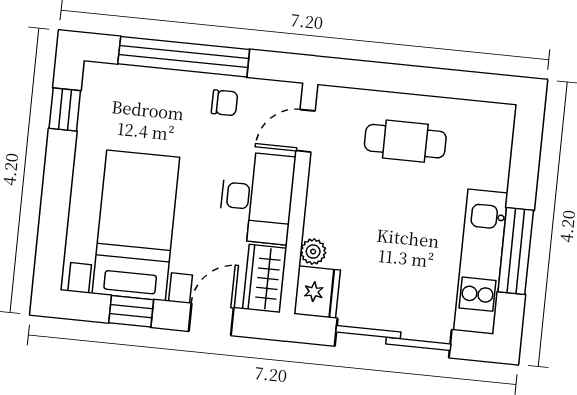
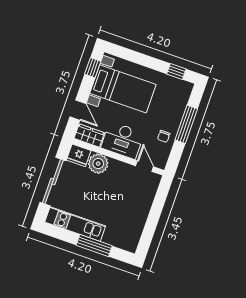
window: (184, 57) -> (186, 124), width x0.68
cafe table: (405, 141) -> (131, 205), removed
window: (516, 251) -> (94, 245), moved
plant: (313, 252) -> (98, 164), width x1.88, depth x1.88
window: (131, 311) -> (93, 68), moved

